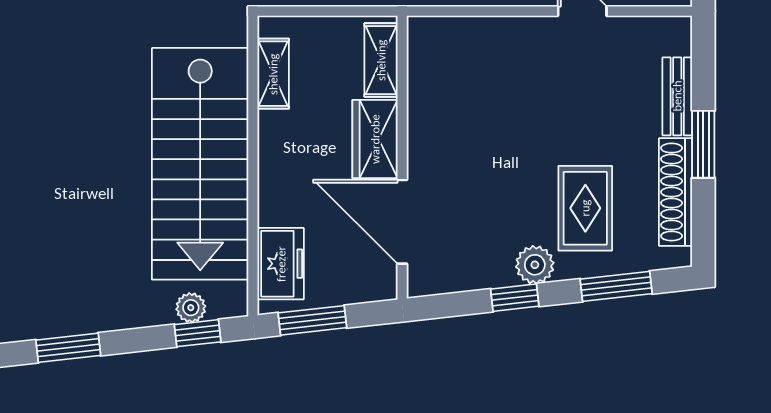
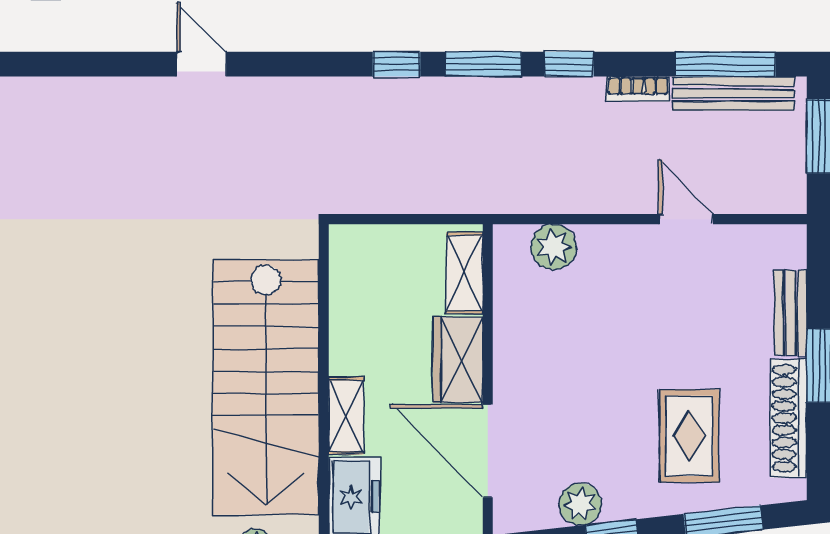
plant: (462, 36) -> (554, 247), added
shelving: (273, 74) -> (346, 416), moved
plant: (535, 265) -> (580, 504), moved

